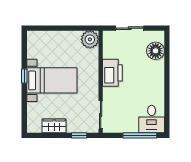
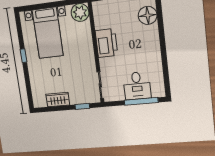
bed with nightstands: (52, 80) -> (48, 33), moved, turned 90
desk: (152, 119) -> (137, 86), moved

